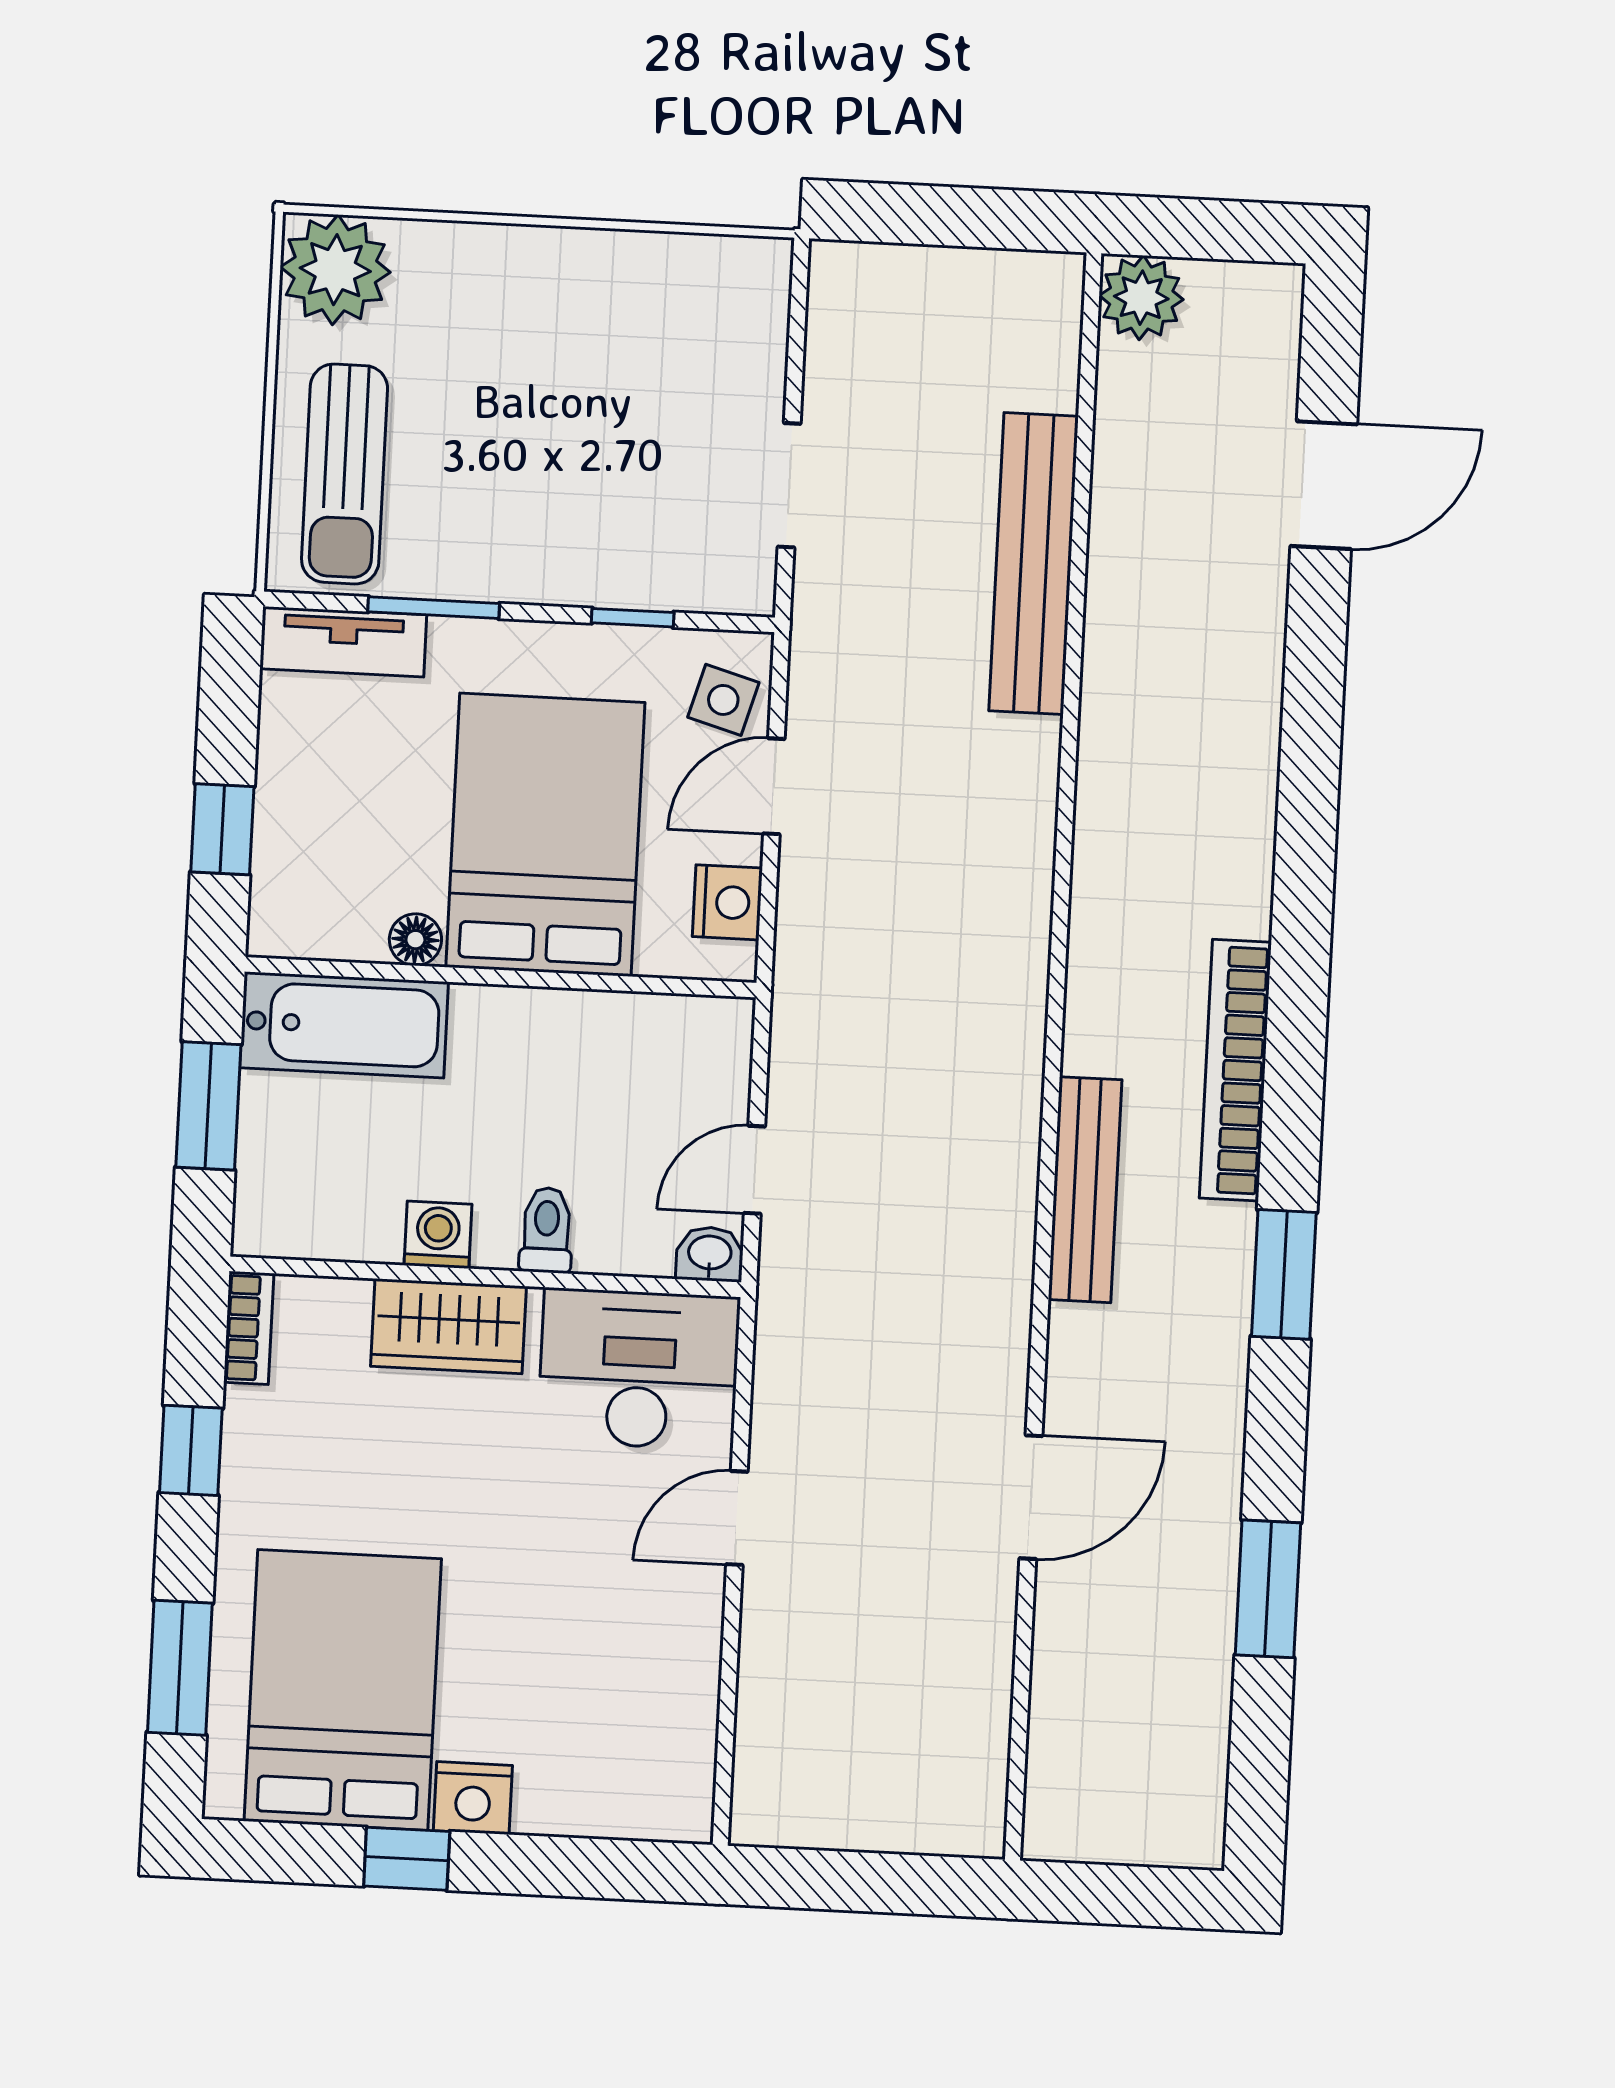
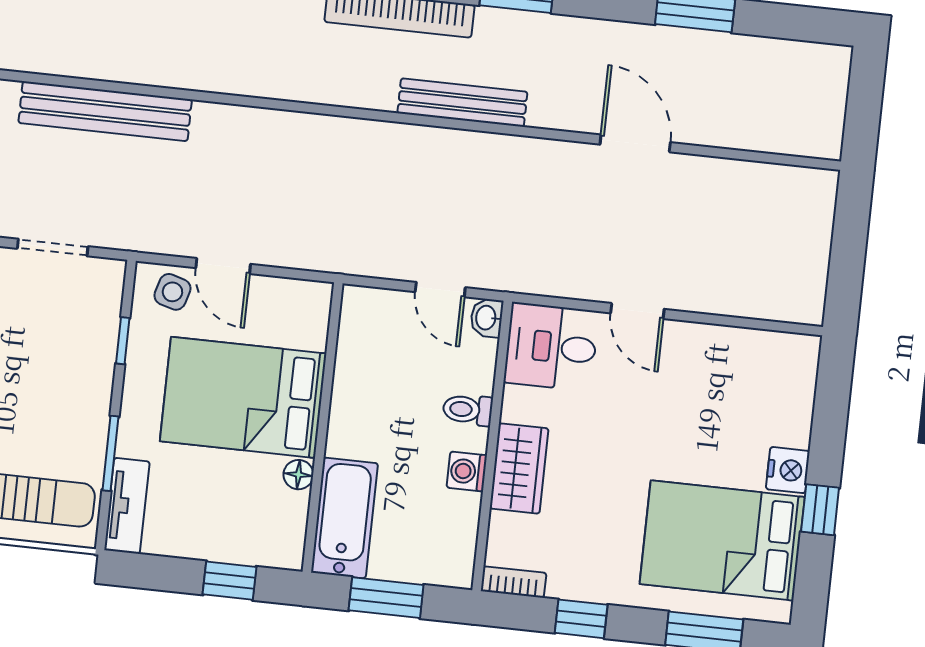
nightstand: (727, 902) -> (287, 296), removed
desk: (639, 1369) -> (551, 347), width x0.73

